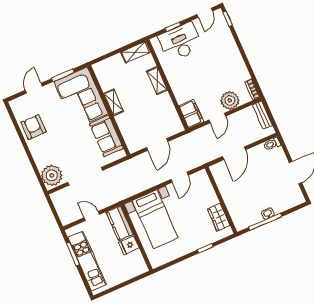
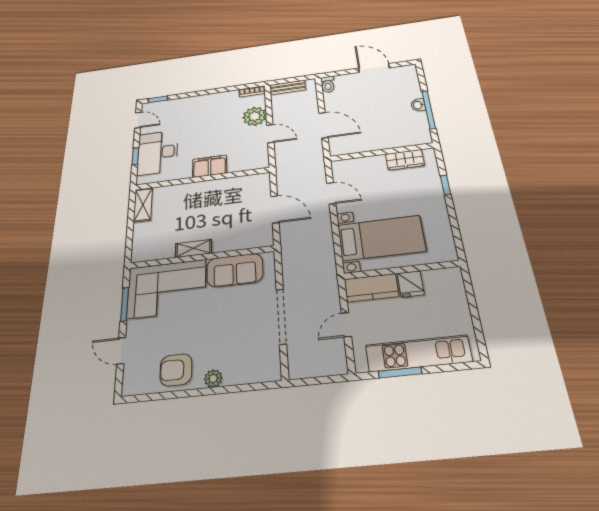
shelving: (157, 81) -> (191, 189), removed
filing cabinet: (191, 114) -> (210, 166), moved
plant: (52, 175) -> (213, 379), moved, width x0.53, depth x0.53

